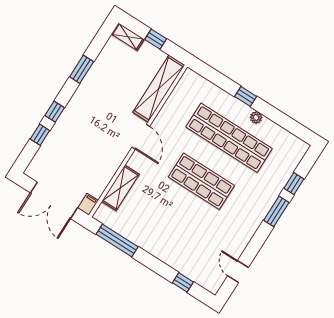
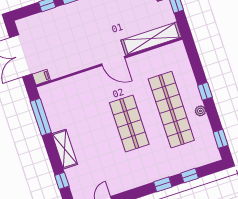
window: (295, 128) -> (221, 139), added
door: (141, 137) -> (113, 61), hinge flipped
shelving: (120, 188) -> (65, 149), moved, turned 90
window: (276, 211) -> (163, 184), width x0.67

